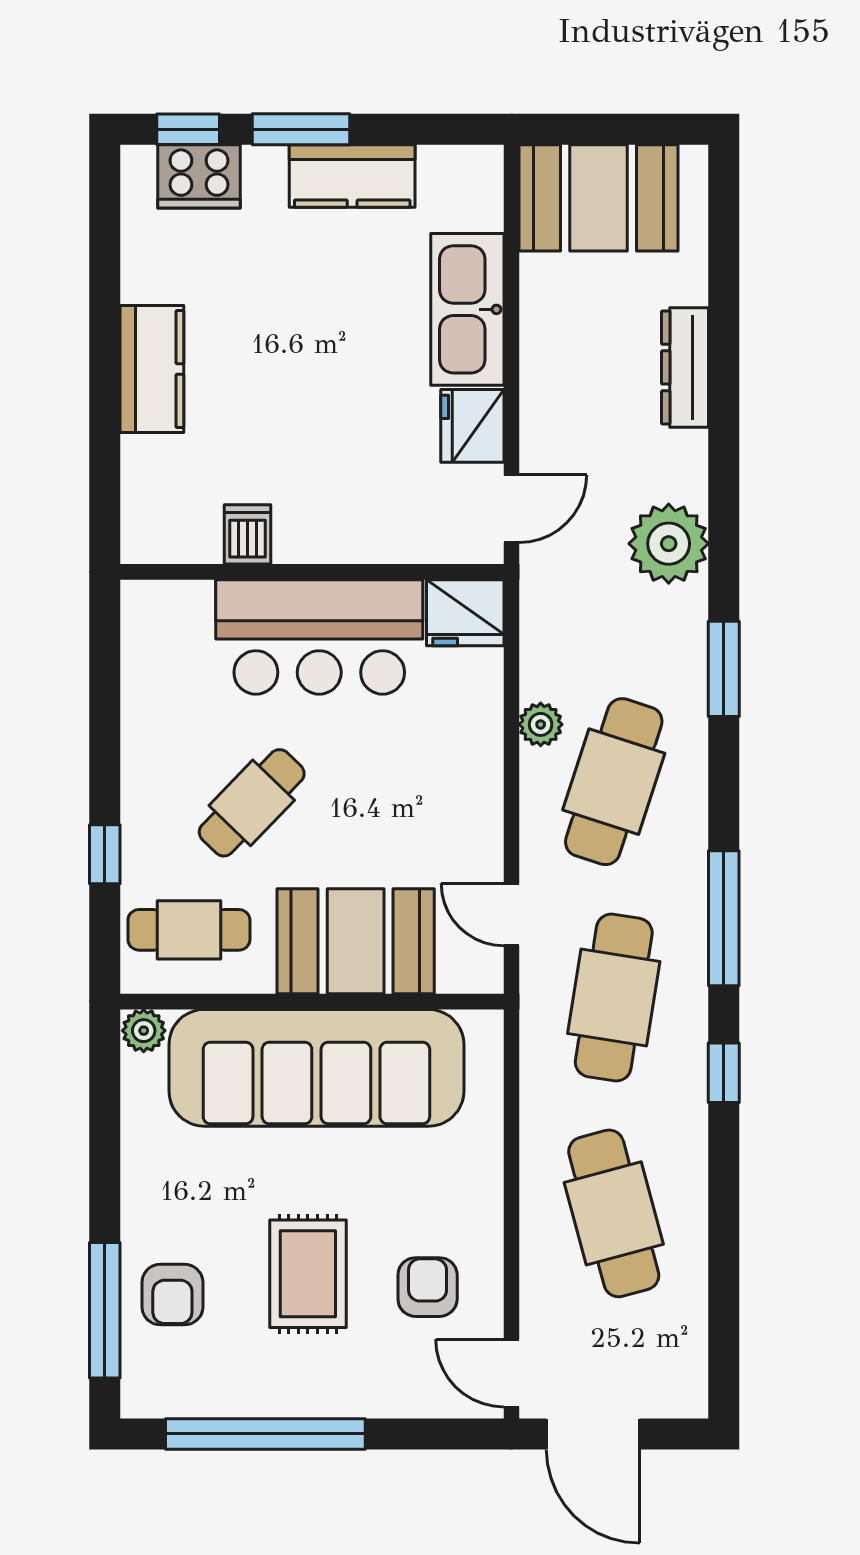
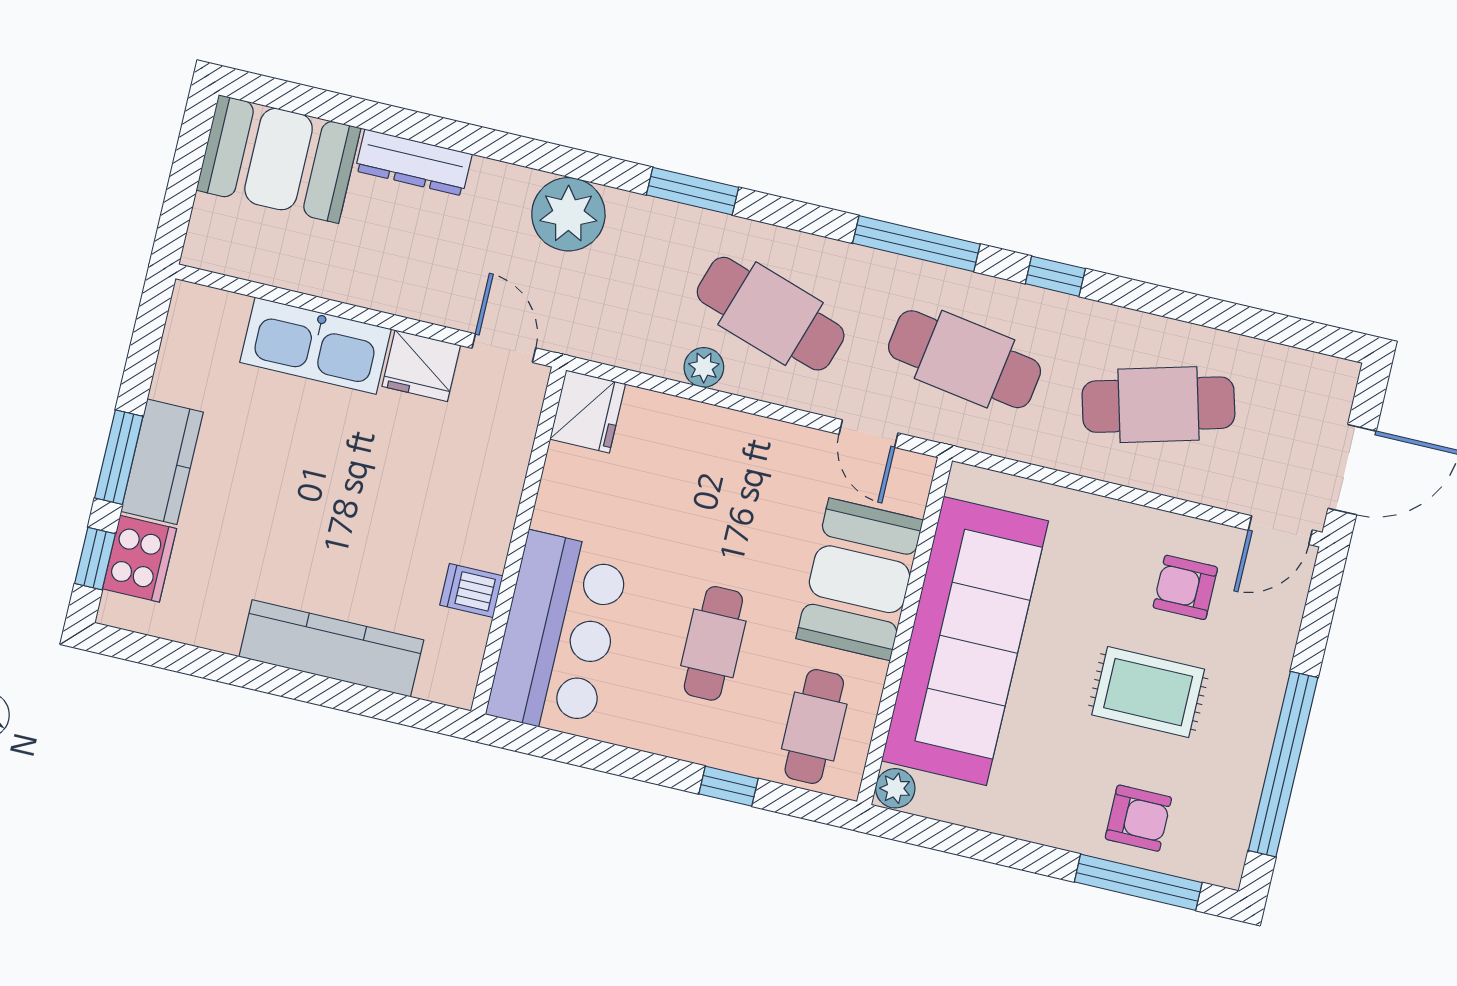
kitchen counter: (352, 176) -> (162, 462), moved
booth: (599, 198) -> (279, 159), moved, turned 90
kitchen counter: (152, 369) -> (331, 648), width x1.50
bar counter: (319, 637) -> (558, 634), moved
cafe table: (252, 803) -> (713, 643), turned 46
door: (511, 915) -> (869, 434), hinge flipped

